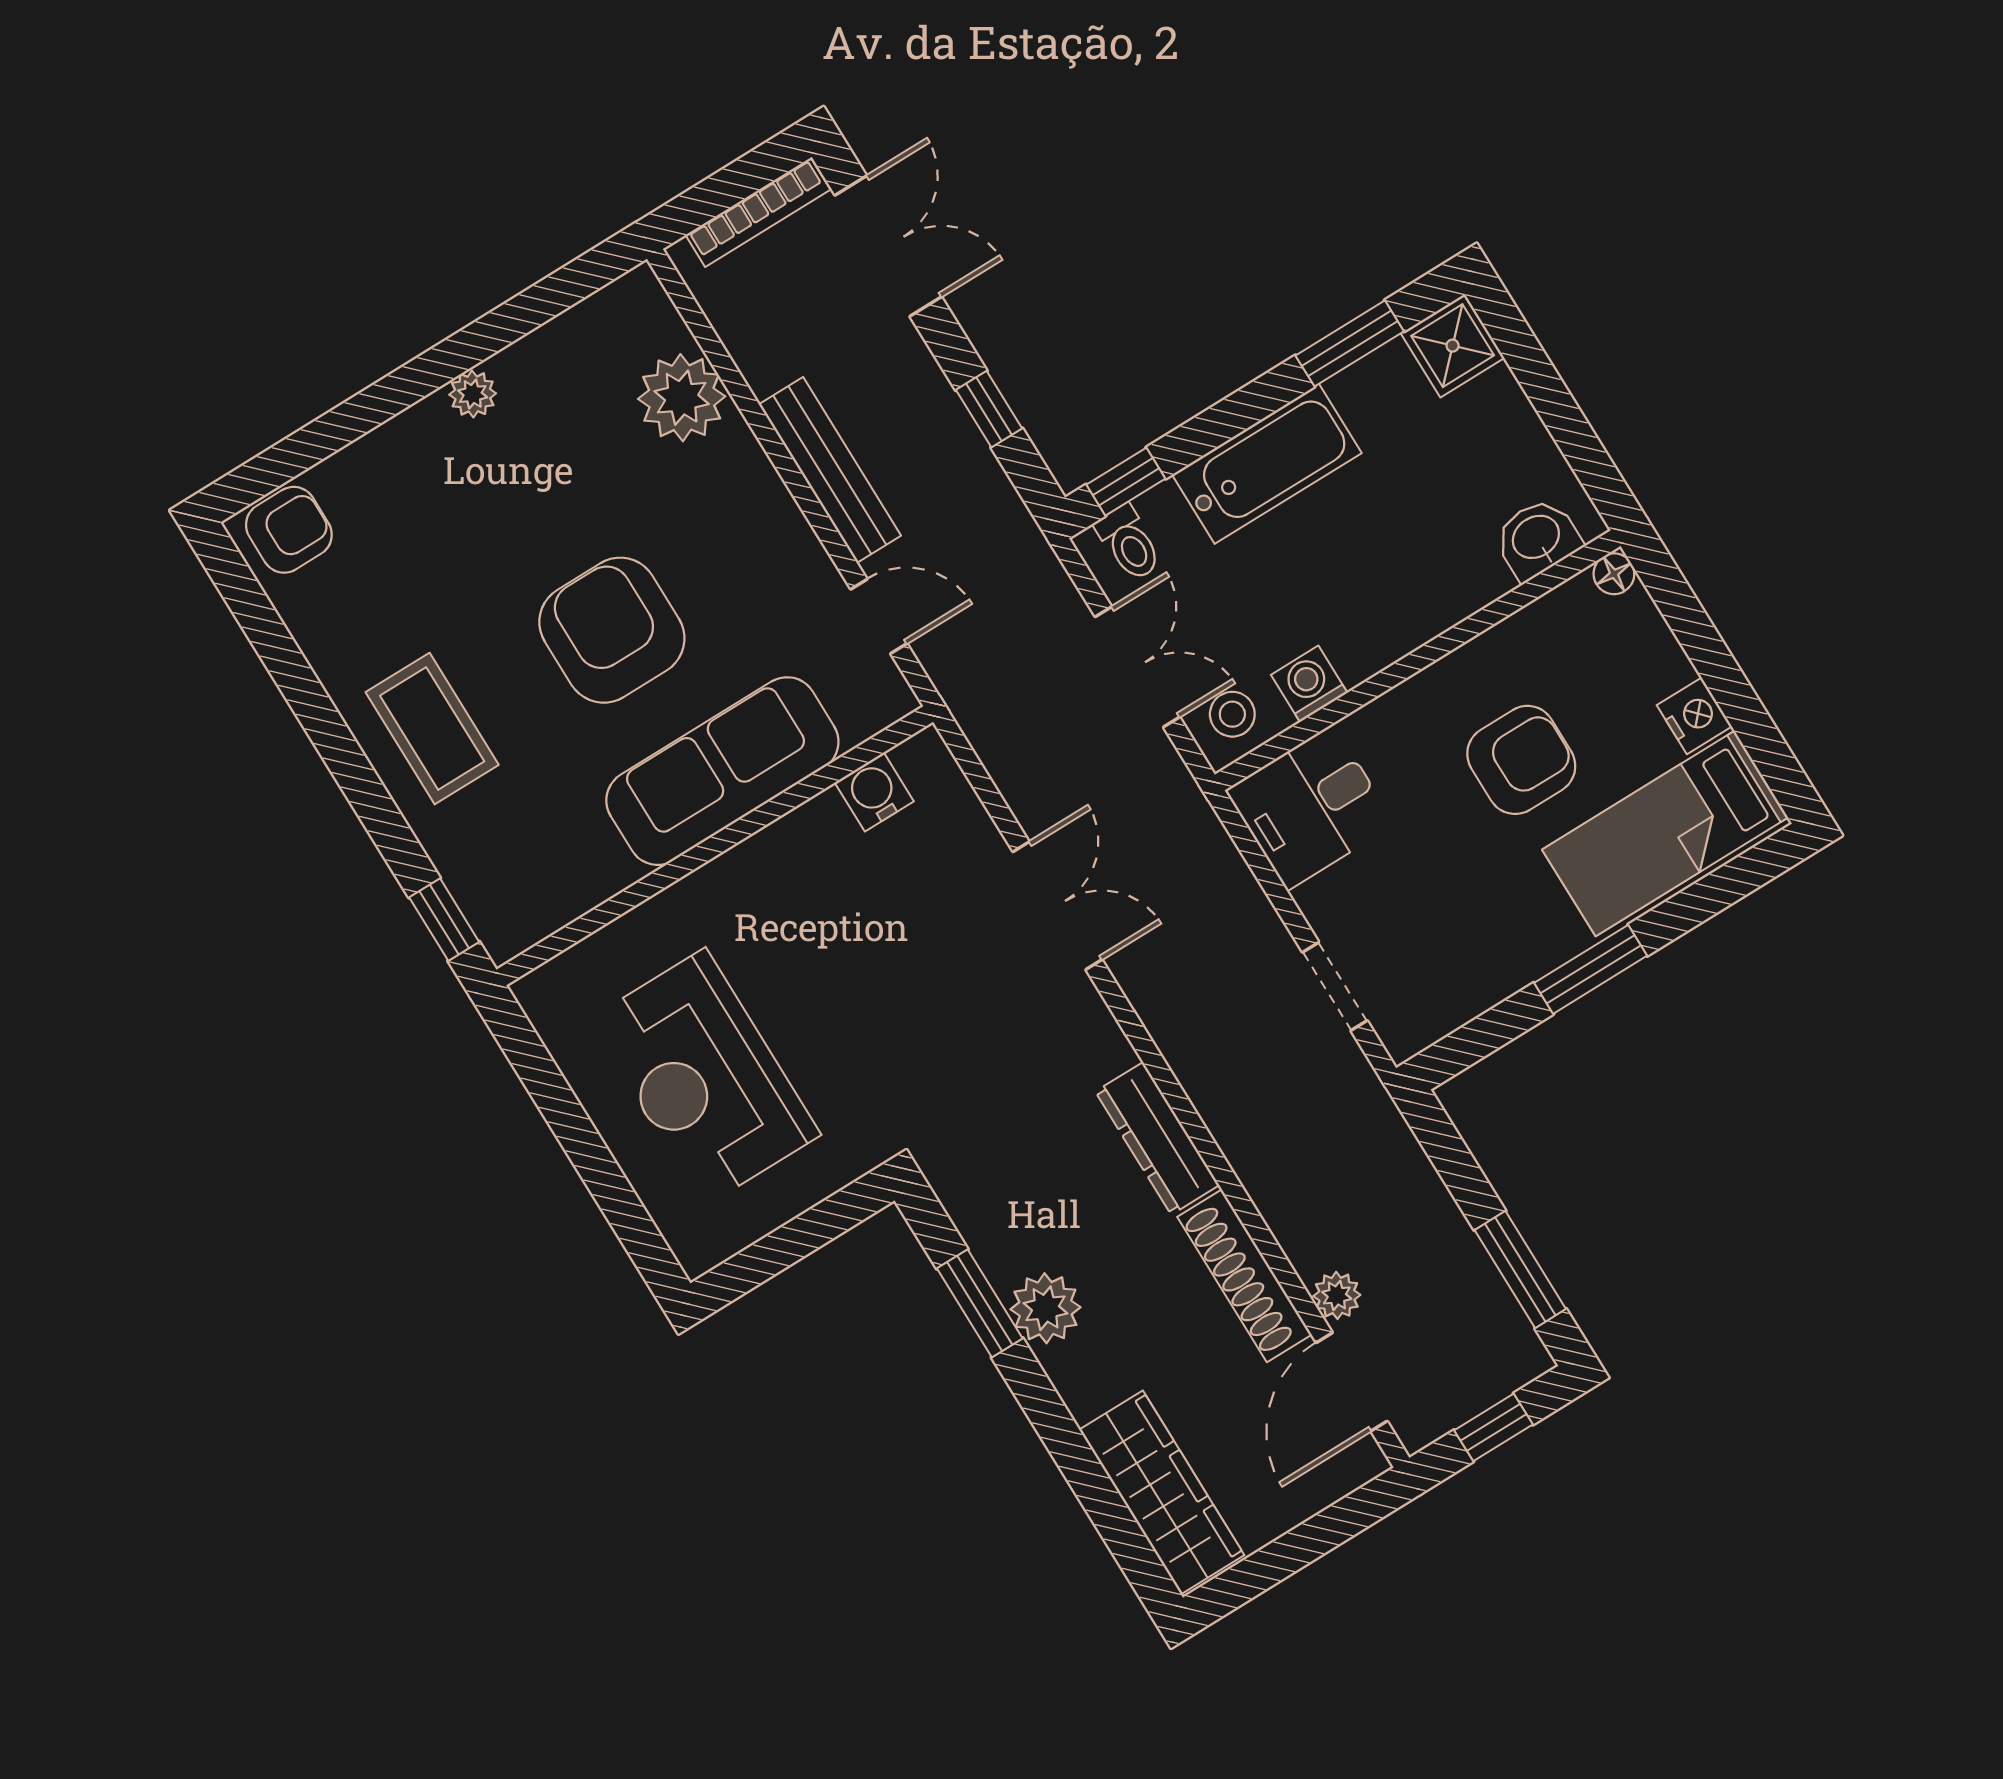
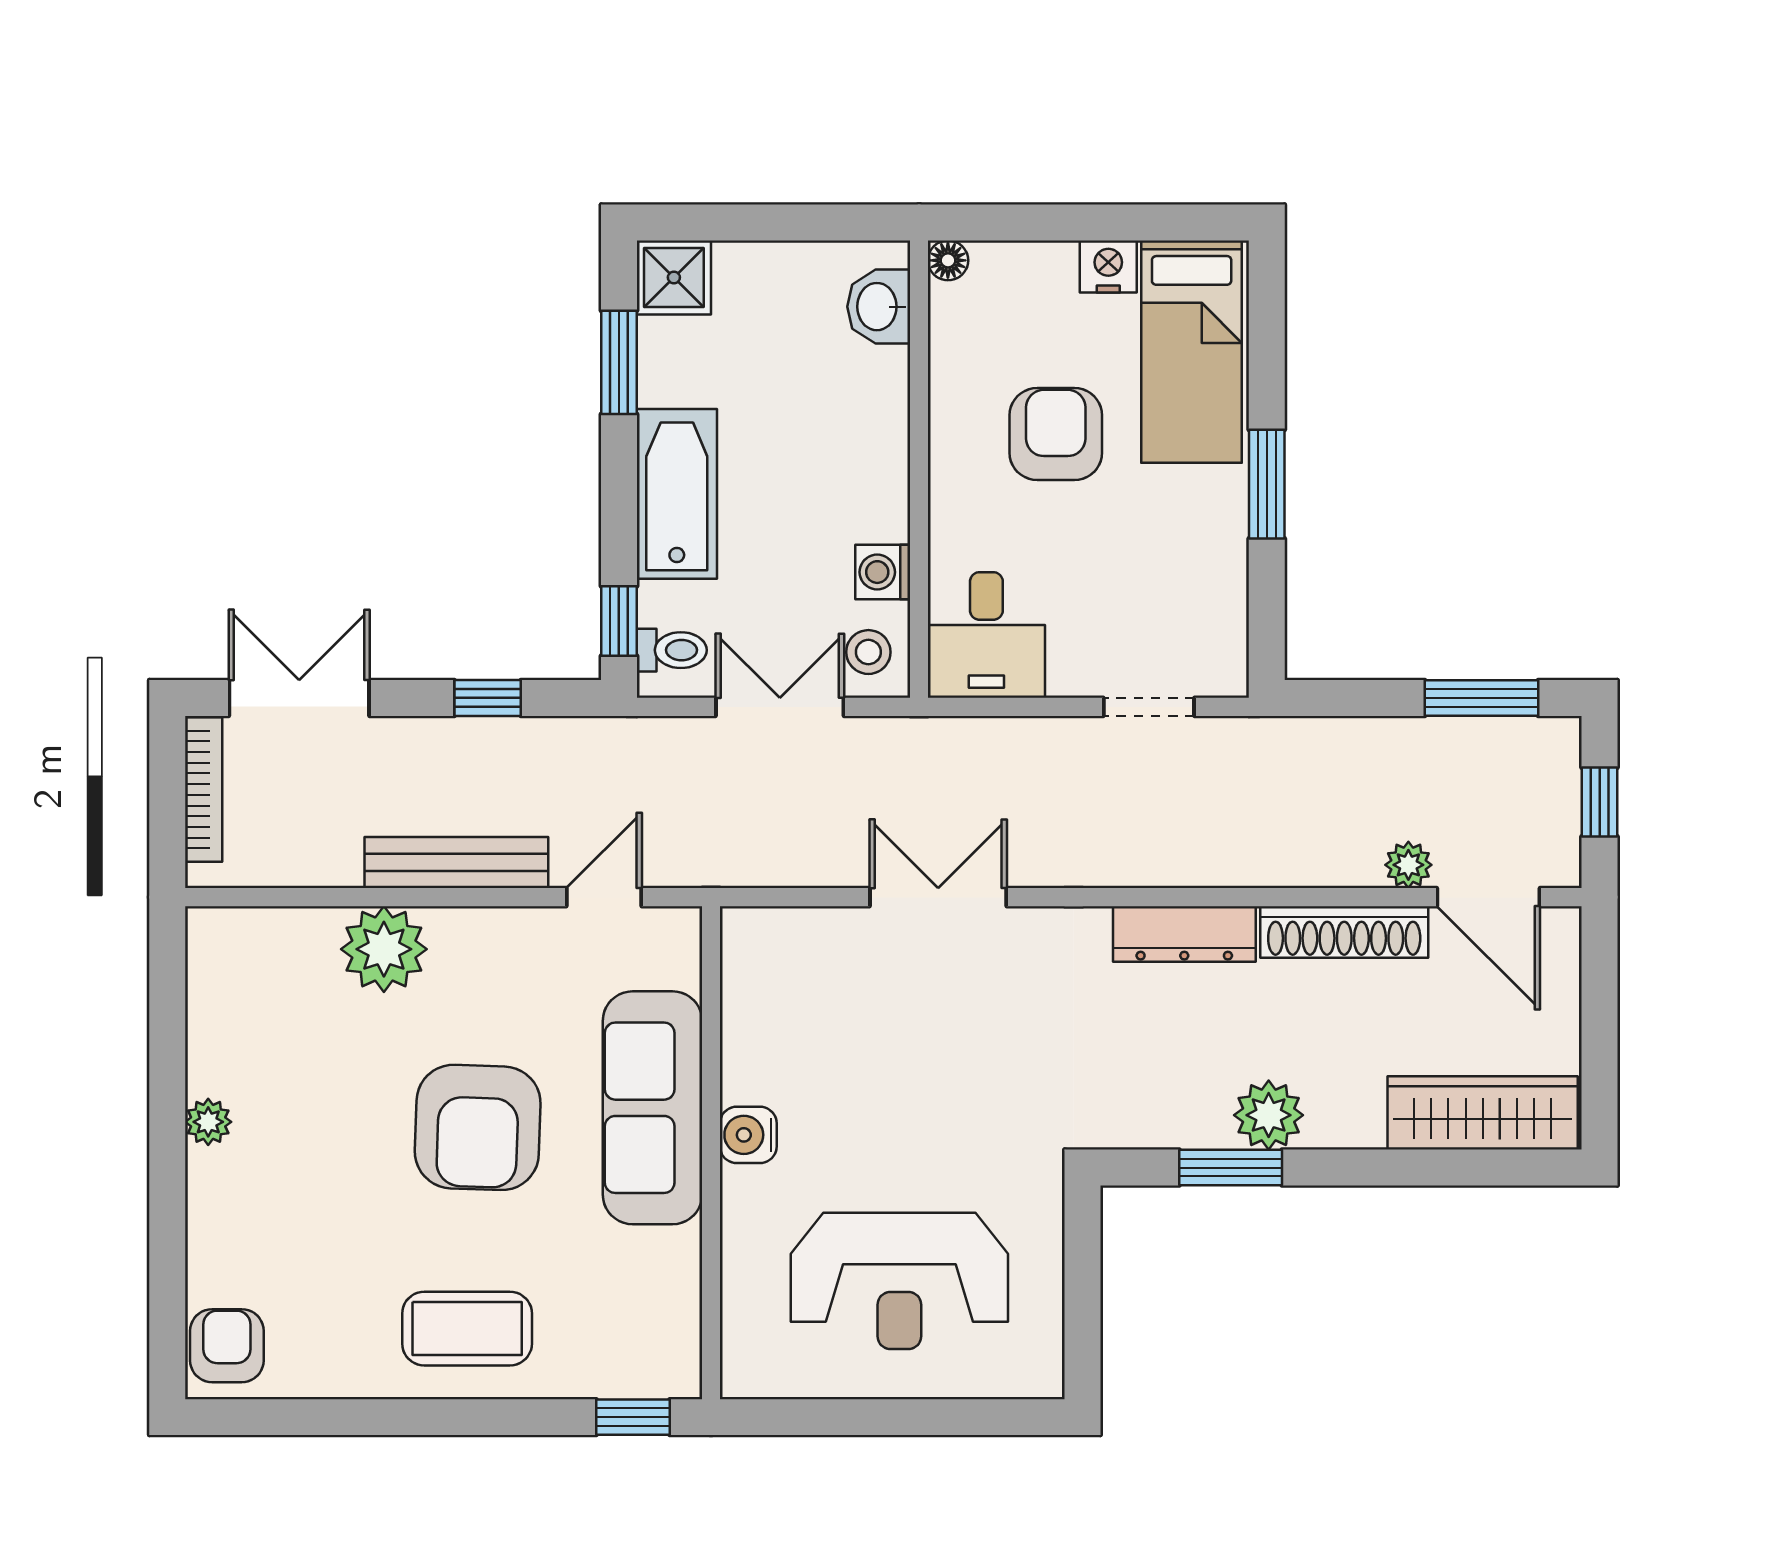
plant: (682, 398) -> (384, 949), moved
armchair: (612, 630) -> (478, 1127), turned -88
water cooler: (874, 792) -> (748, 1135), moved

